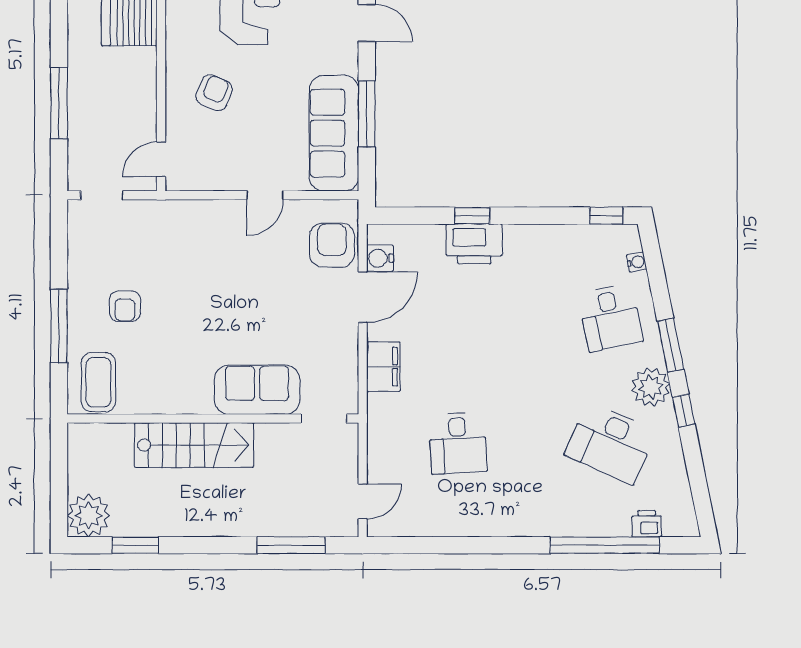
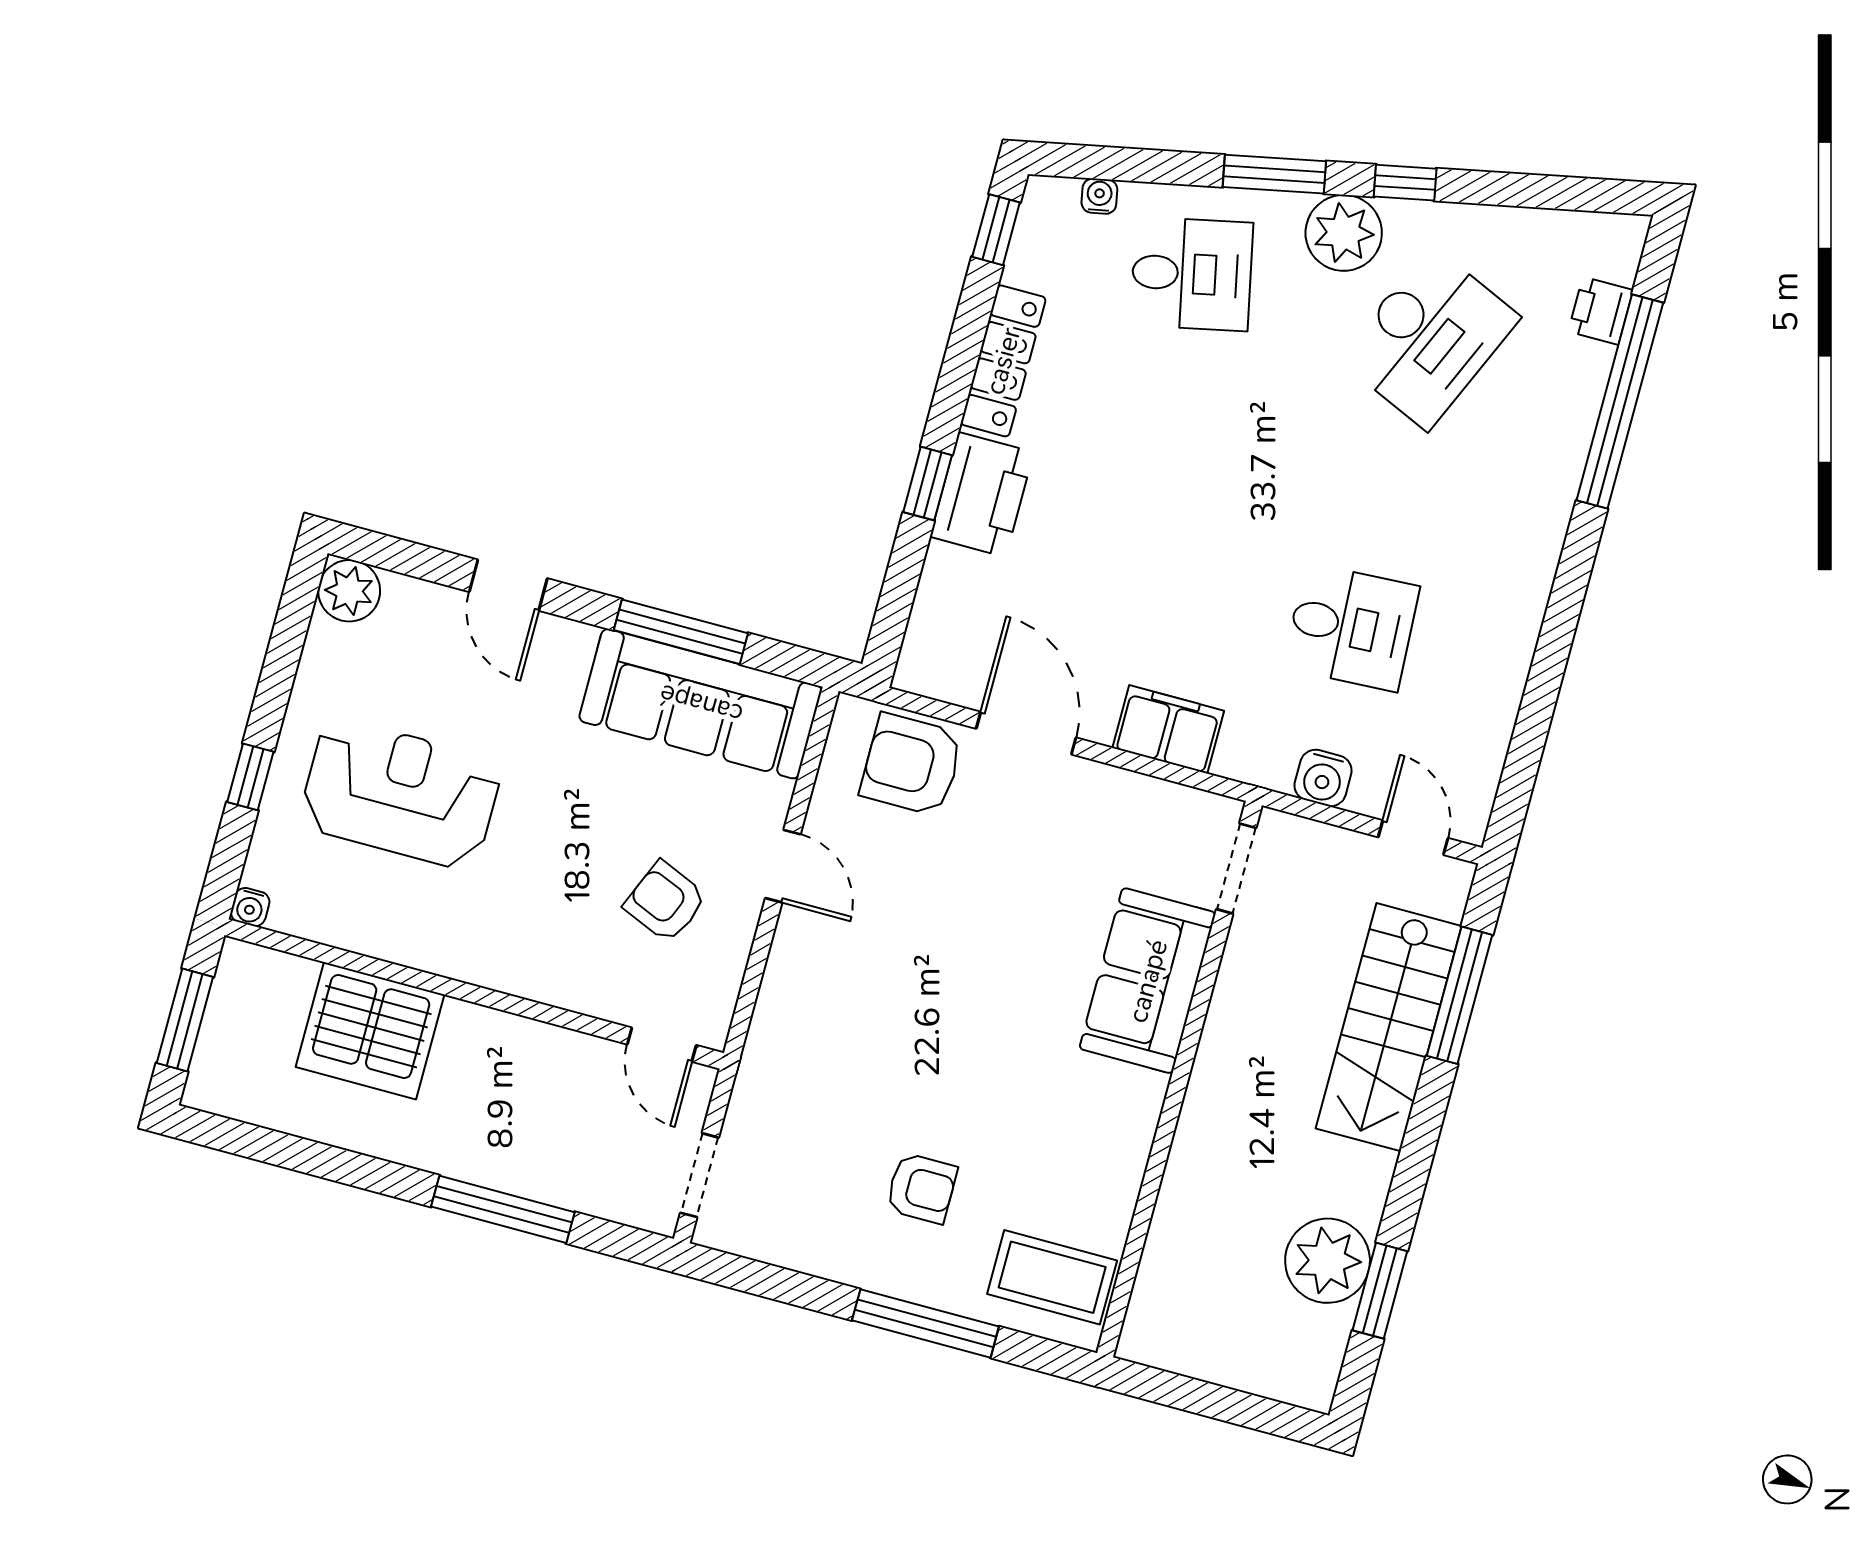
door: (367, 23) -> (508, 585), swing flipped
armchair: (214, 93) -> (665, 902), moved
locker: (543, 237) -> (1003, 361), added
water cooler: (380, 258) -> (1323, 778), moved
stairs: (194, 445) -> (1389, 1027), moved, turned 180
plant: (89, 515) -> (1328, 1261), moved

